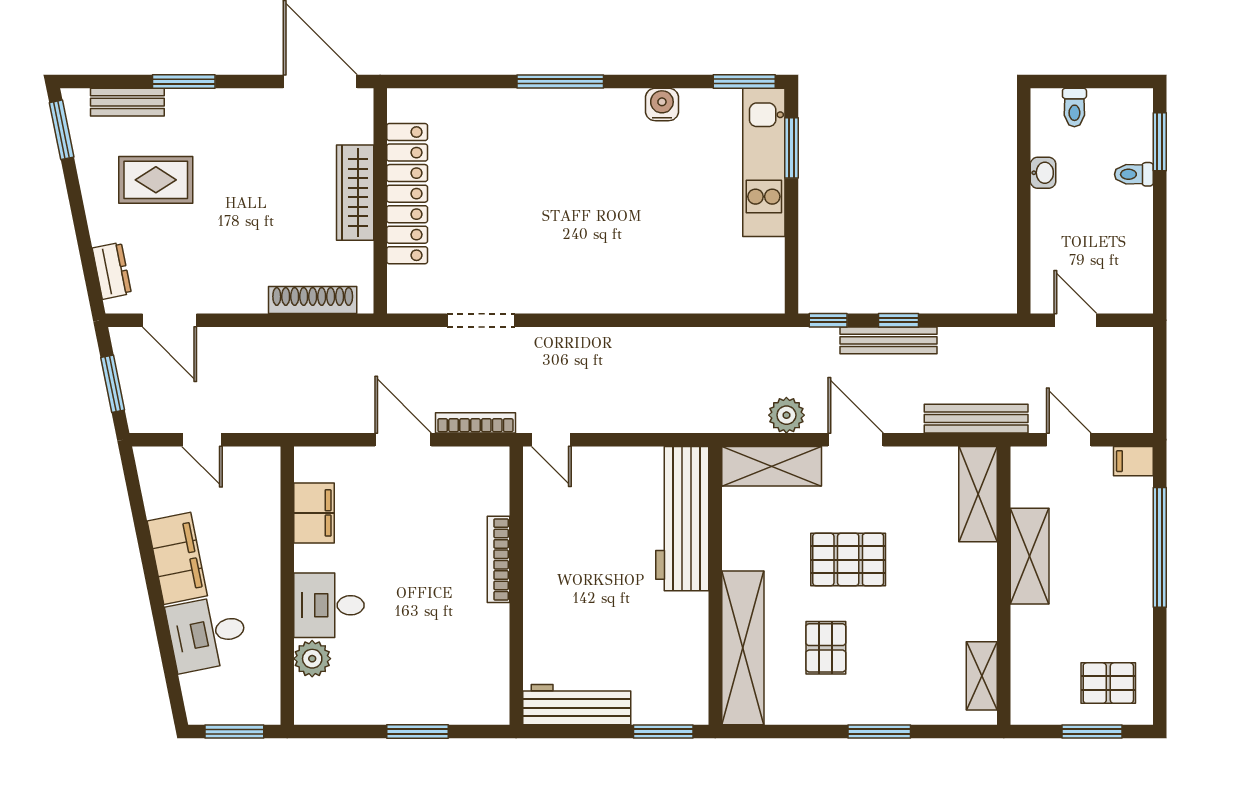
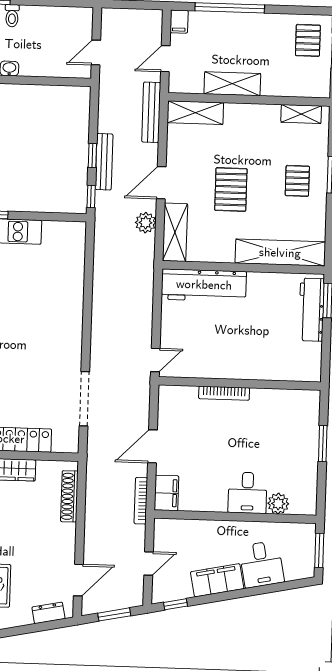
doorway: (481, 320) -> (84, 399), width x1.36
bookcase: (475, 423) -> (141, 501), moved
window: (134, 488) -> (176, 604), added
filing cabinet: (314, 513) -> (166, 493), moved, turned 90
pallet: (826, 648) -> (297, 181), moved, turned 90
workbench: (577, 705) -> (312, 310), moved

